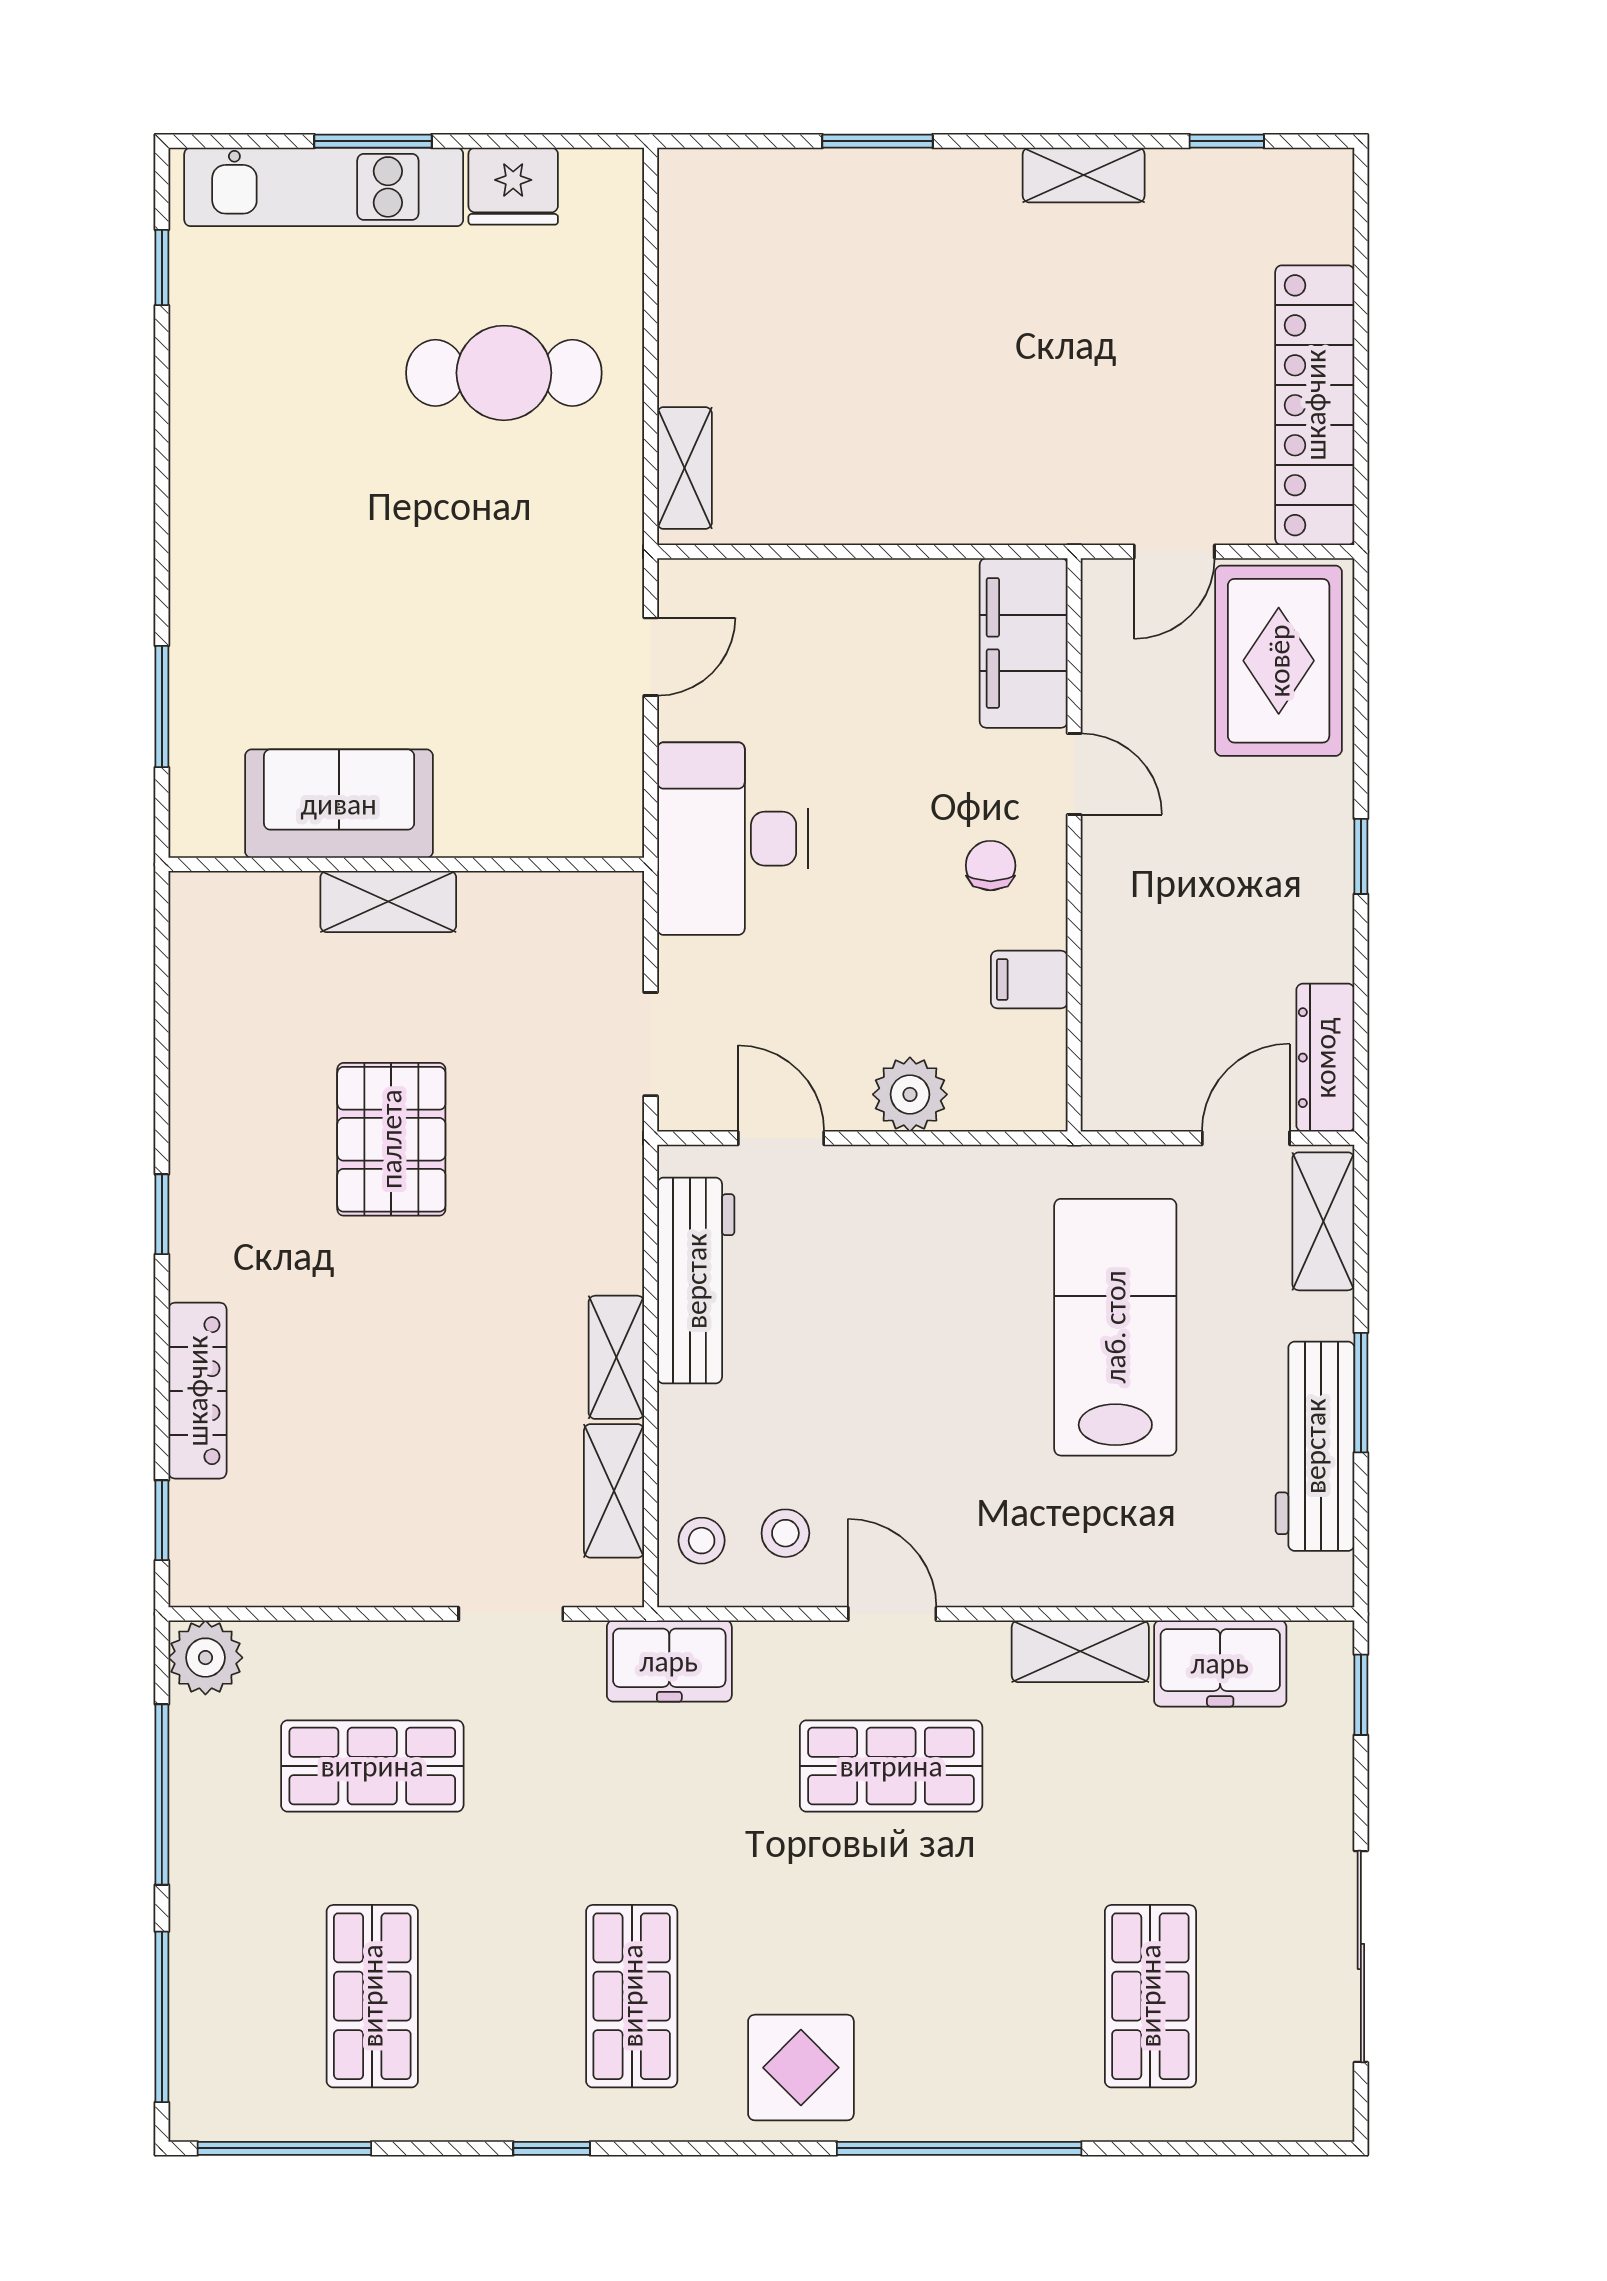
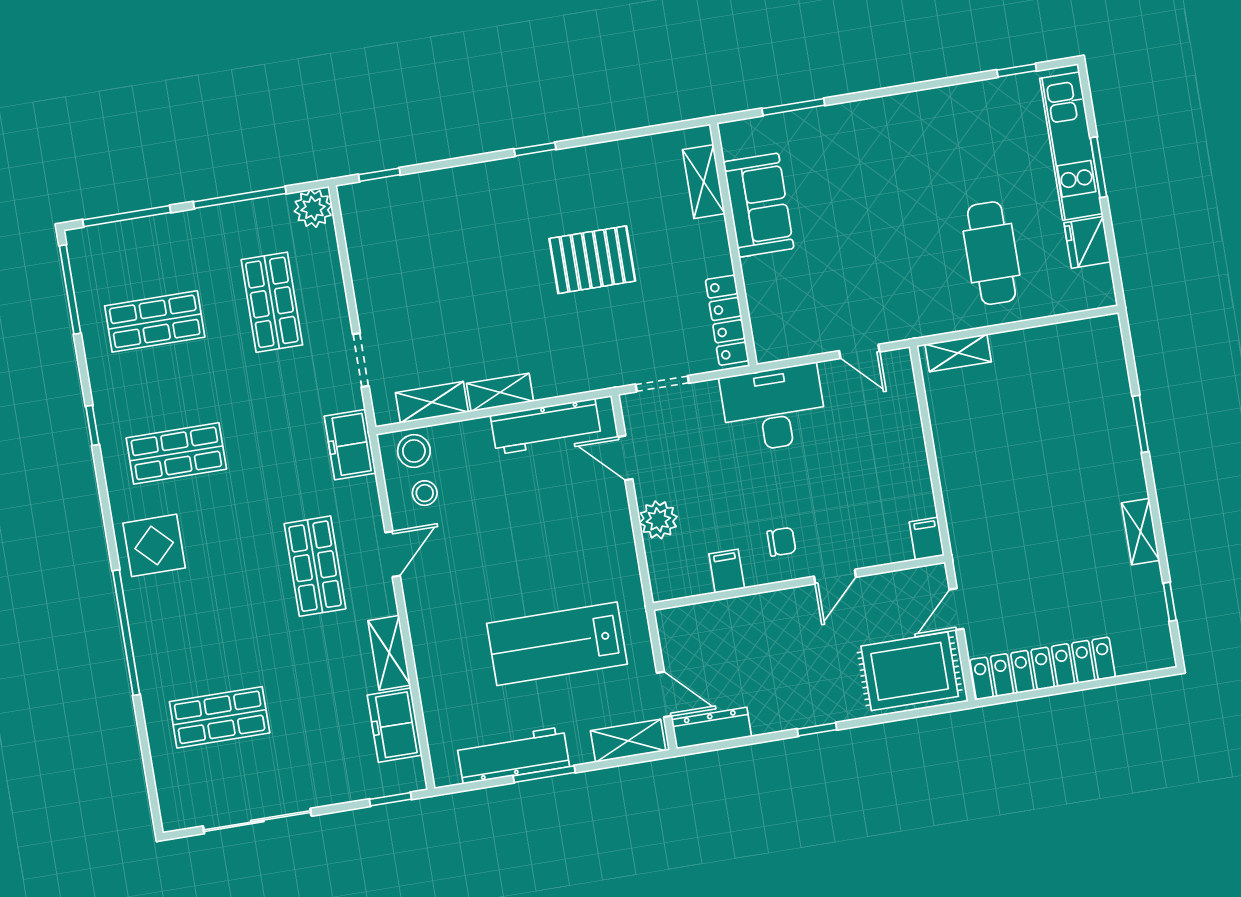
door: (1174, 552) -> (956, 609), hinge flipped
filing cabinet: (1024, 643) -> (927, 539), width x0.33, depth x0.86
shelving: (388, 902) -> (704, 182), moved
door: (781, 1138) -> (625, 458), swing flipped
lab bench: (1115, 1327) -> (557, 644), turned 180
locker: (197, 1391) -> (727, 320), moved, turned 90
stool: (702, 1541) -> (414, 451), width x1.37, depth x1.37

